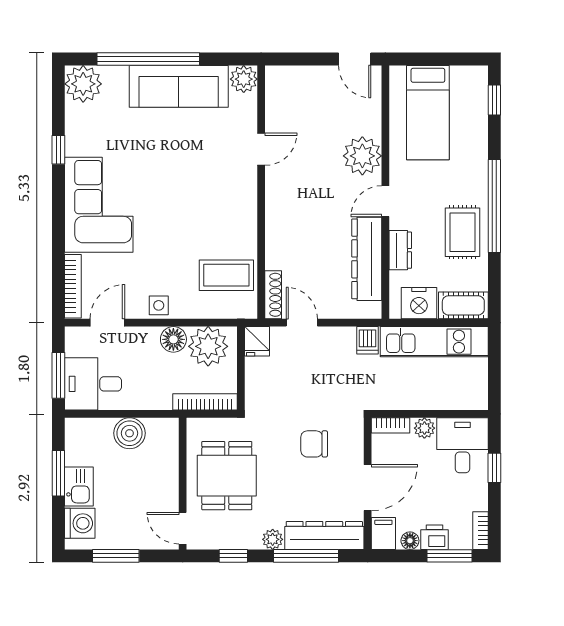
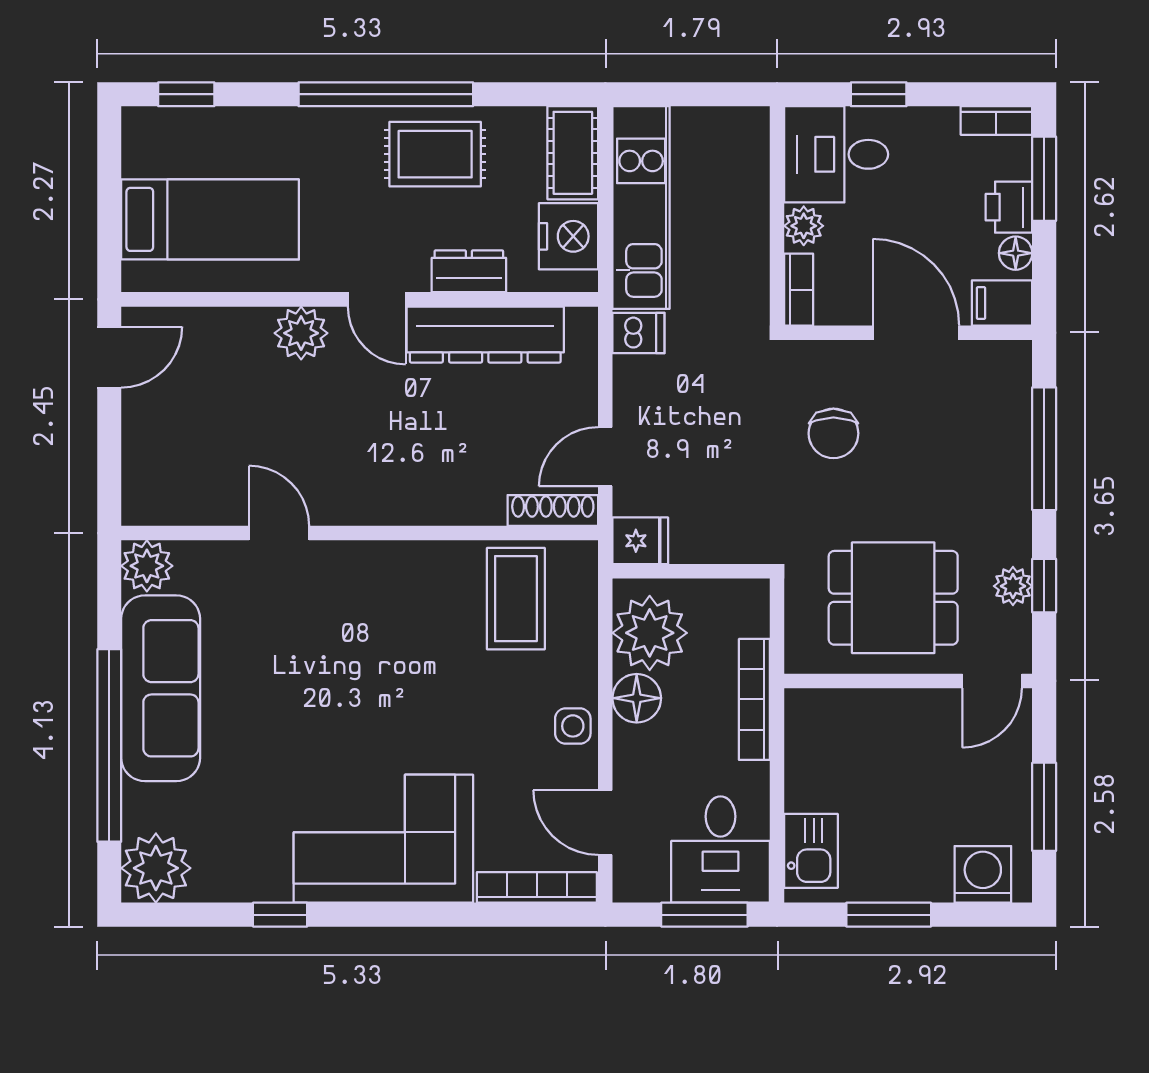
plant: (362, 156) -> (301, 333), width x0.73, depth x0.73
bookcase: (205, 402) -> (754, 699), moved
boiler: (130, 433) -> (813, 781), removed
kitchen sink: (79, 487) -> (811, 851), moved, turned 90
dresser: (324, 535) -> (1006, 414), removed
plant: (273, 539) -> (1013, 586), moved

